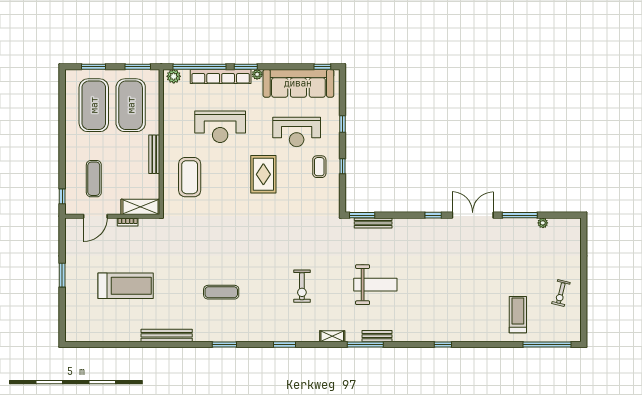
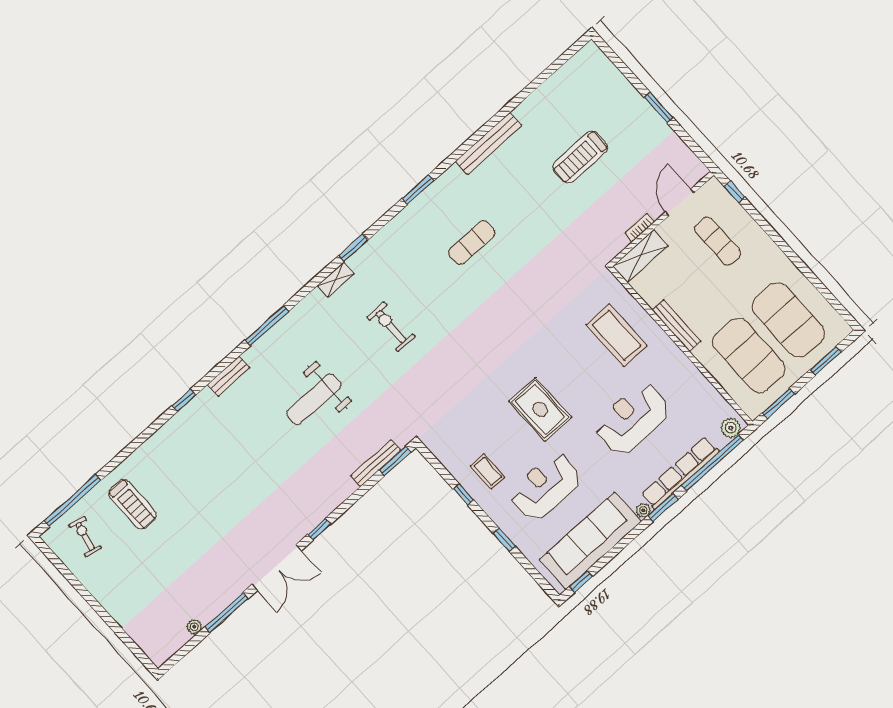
treadmill: (126, 286) -> (580, 157), width x0.73, depth x0.73
exercise bike: (561, 293) -> (85, 537), moved
shelving: (332, 336) -> (336, 279), moved
bench: (377, 336) -> (229, 376), moved

